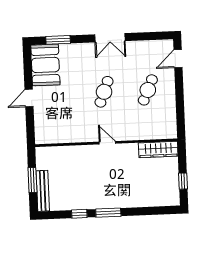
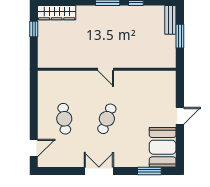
cafe table: (148, 90) -> (64, 119), turned -30
wardrobe: (158, 149) -> (57, 13), moved, turned 180
bench: (43, 191) -> (170, 20), width x0.73

